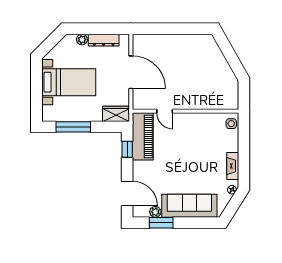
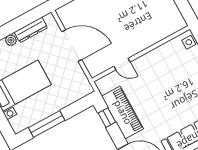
wardrobe: (116, 114) -> (79, 91), removed
piano: (143, 136) -> (123, 112), moved

